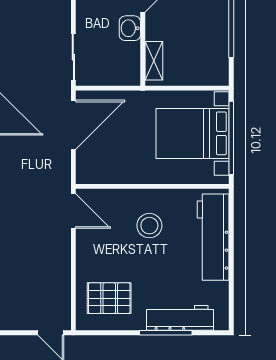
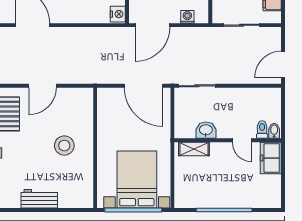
washbasin: (130, 28) -> (206, 130), moved
door: (73, 211) -> (43, 86), moved
workbench: (213, 237) -> (39, 199), width x0.53, depth x0.76

